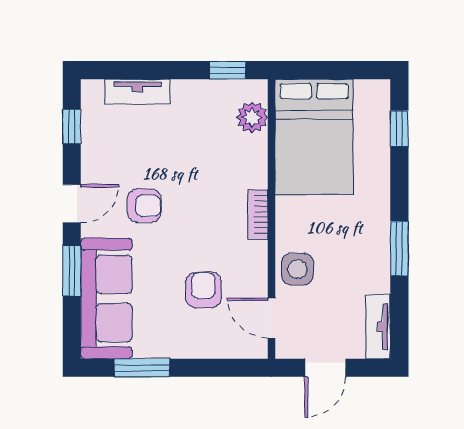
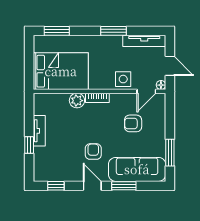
window: (228, 70) -> (29, 145), moved
tv unit: (137, 91) -> (39, 131), moved
plant: (252, 117) -> (77, 101), moved
window: (399, 128) -> (57, 31), width x1.50
tv unit: (378, 327) -> (144, 41), width x1.41
floor lamp: (285, 349) -> (161, 85), added

